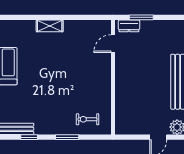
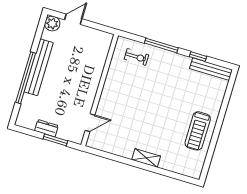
dresser: (129, 26) -> (46, 128), moved
window: (67, 137) -> (161, 46), width x1.44

